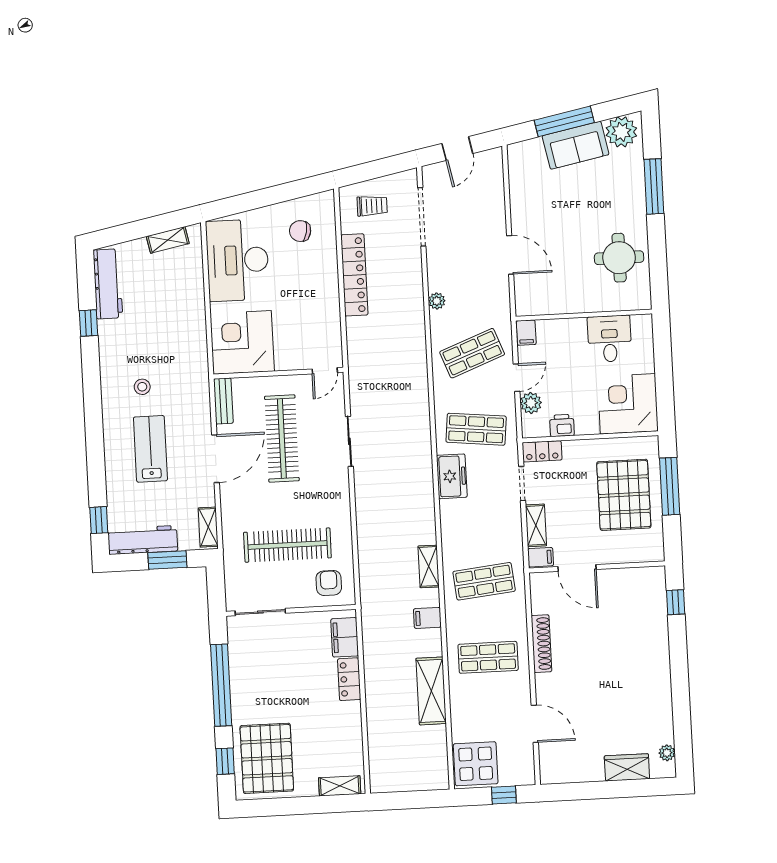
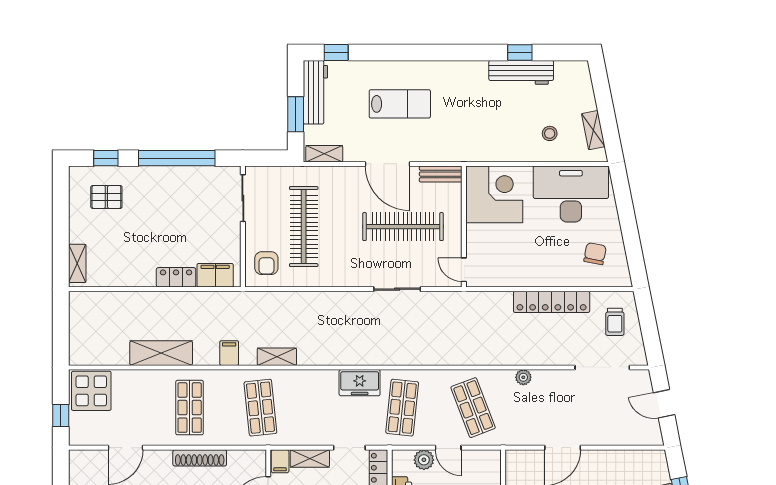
workbench: (108, 284) -> (521, 72), moved
filing cabinet: (526, 333) -> (489, 459), removed
stool: (142, 387) -> (550, 133), moved
armchair: (329, 583) -> (266, 263), turned 90
pallet: (267, 758) -> (106, 197), width x0.49, depth x0.50

